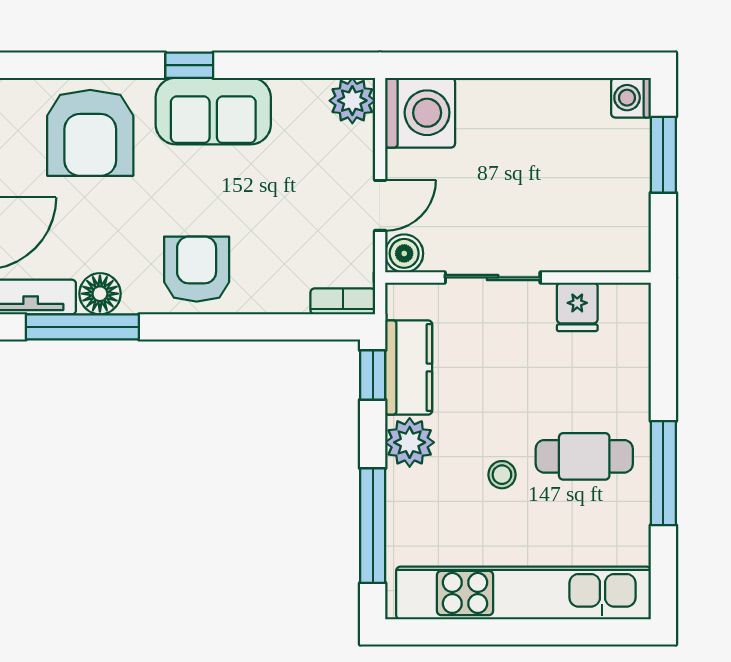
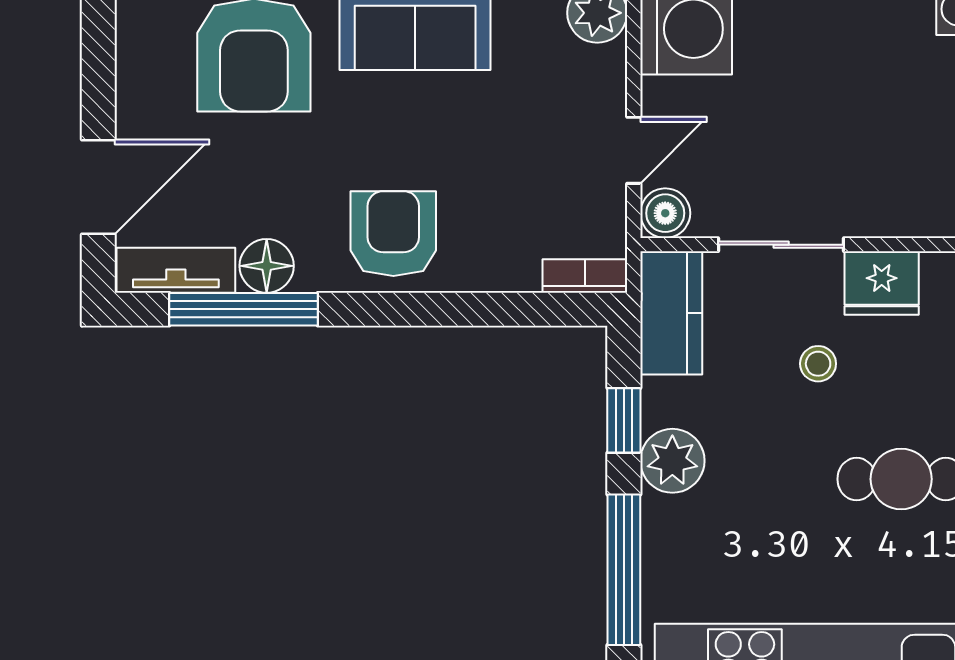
fridge: (577, 307) -> (882, 283), width x1.38
kitchen counter: (409, 367) -> (671, 313), moved
window: (373, 375) -> (624, 420), moved
stool: (502, 475) -> (818, 364), moved

